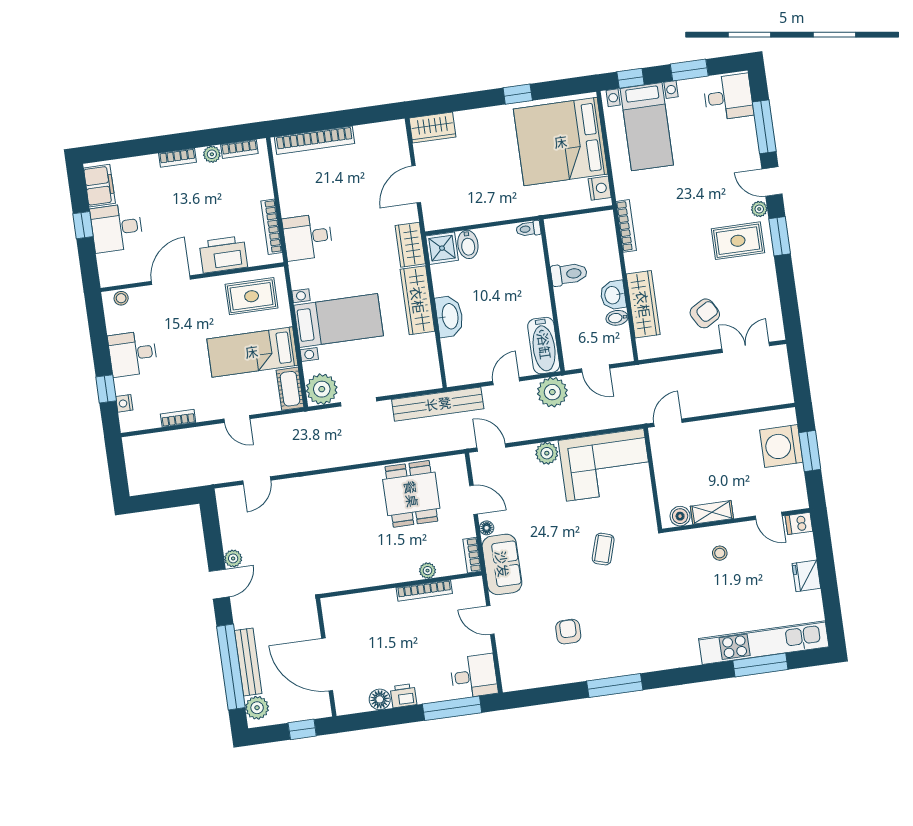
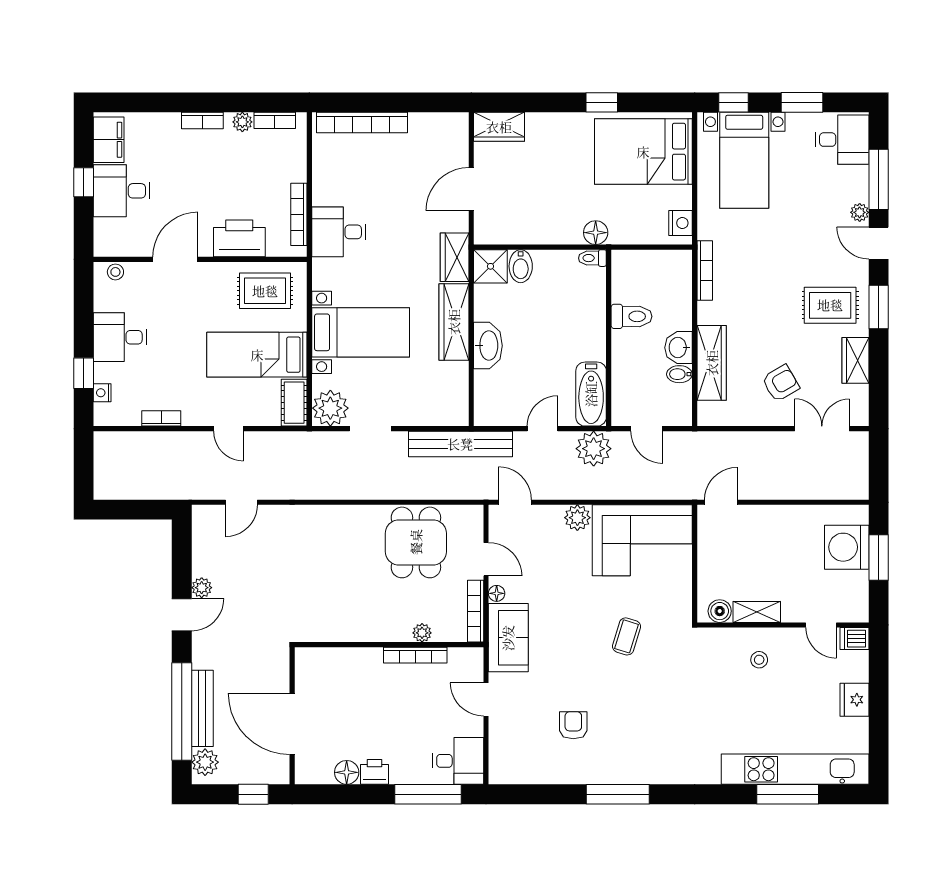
bed: (561, 142) -> (643, 152), width x0.73
floor lamp: (528, 207) -> (596, 233), added
plant: (759, 209) -> (860, 212), moved
wardrobe: (766, 285) -> (855, 360), added
bookcase: (472, 555) -> (476, 611), width x1.56

